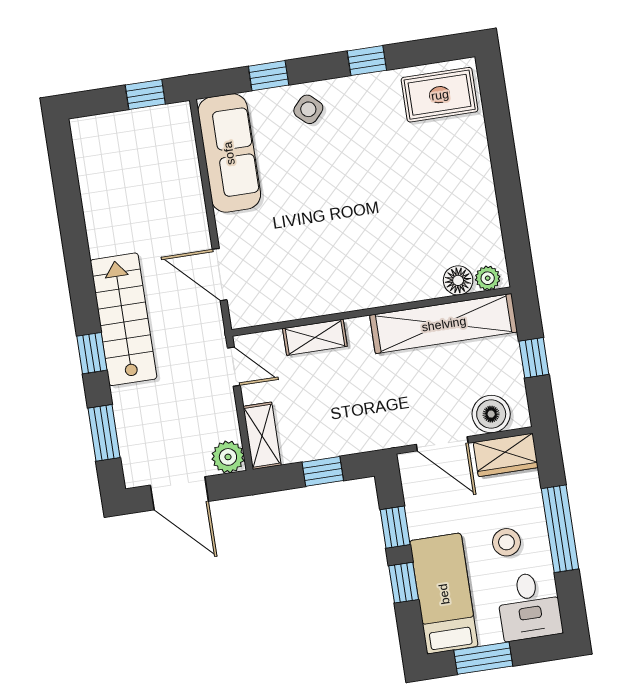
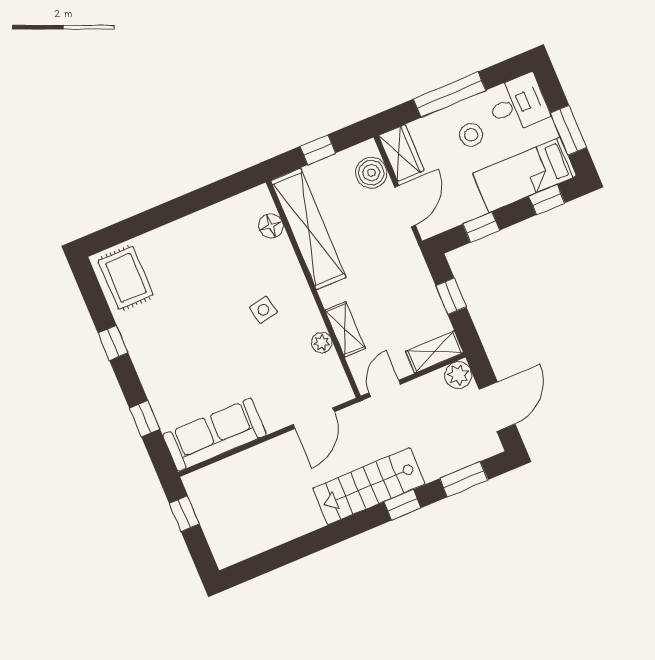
side table: (308, 109) -> (263, 310), moved, turned 35
plant: (488, 278) -> (322, 343), moved
window: (404, 583) -> (547, 200), moved

